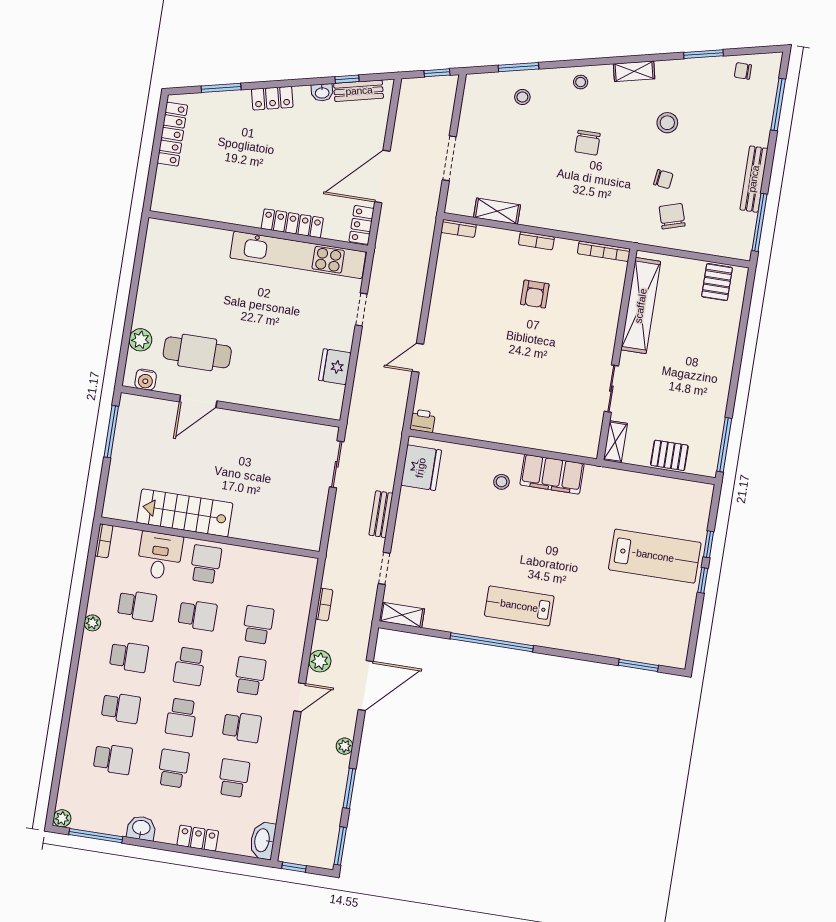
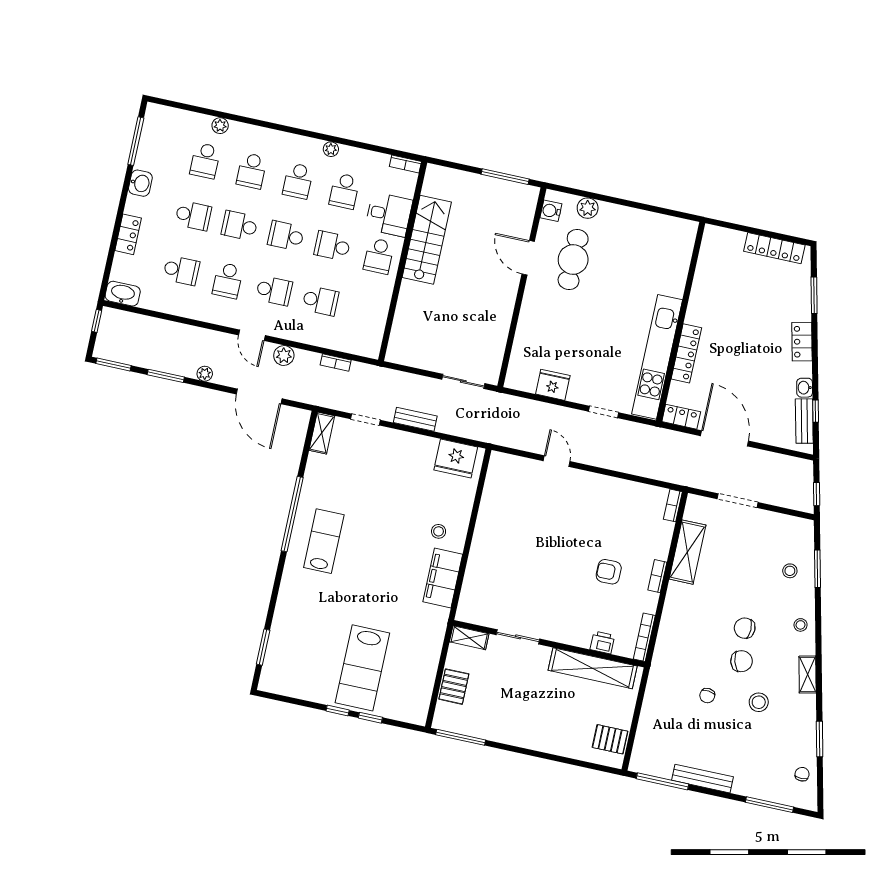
shelving: (497, 211) -> (687, 552), width x1.50, depth x1.33
chair: (672, 216) -> (741, 661), moved
printer: (423, 421) -> (602, 643), moved, turned -90
school desk: (206, 564) -> (379, 256), turned 90
school desk: (198, 615) -> (332, 246), turned 90
plant: (62, 818) -> (220, 126), moved

